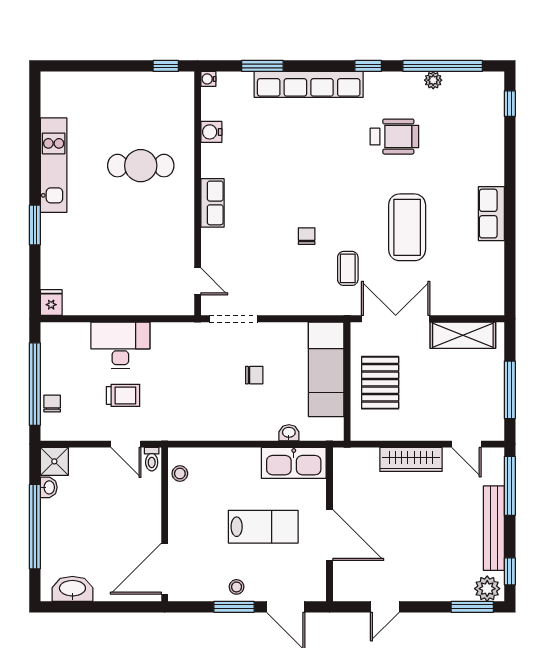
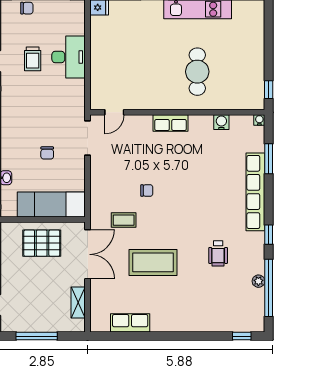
wheelchair: (394, 137) -> (218, 253), width x0.73, depth x0.73
row of seats: (491, 214) -> (130, 323), moved
shelving: (463, 335) -> (78, 302), width x0.67, depth x0.75

